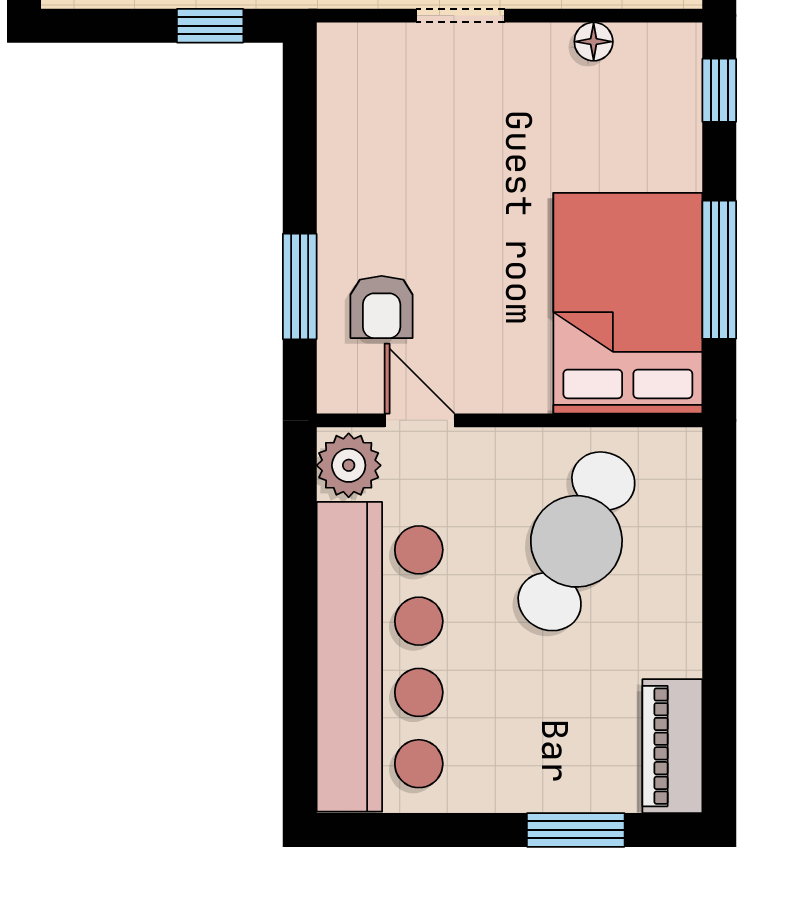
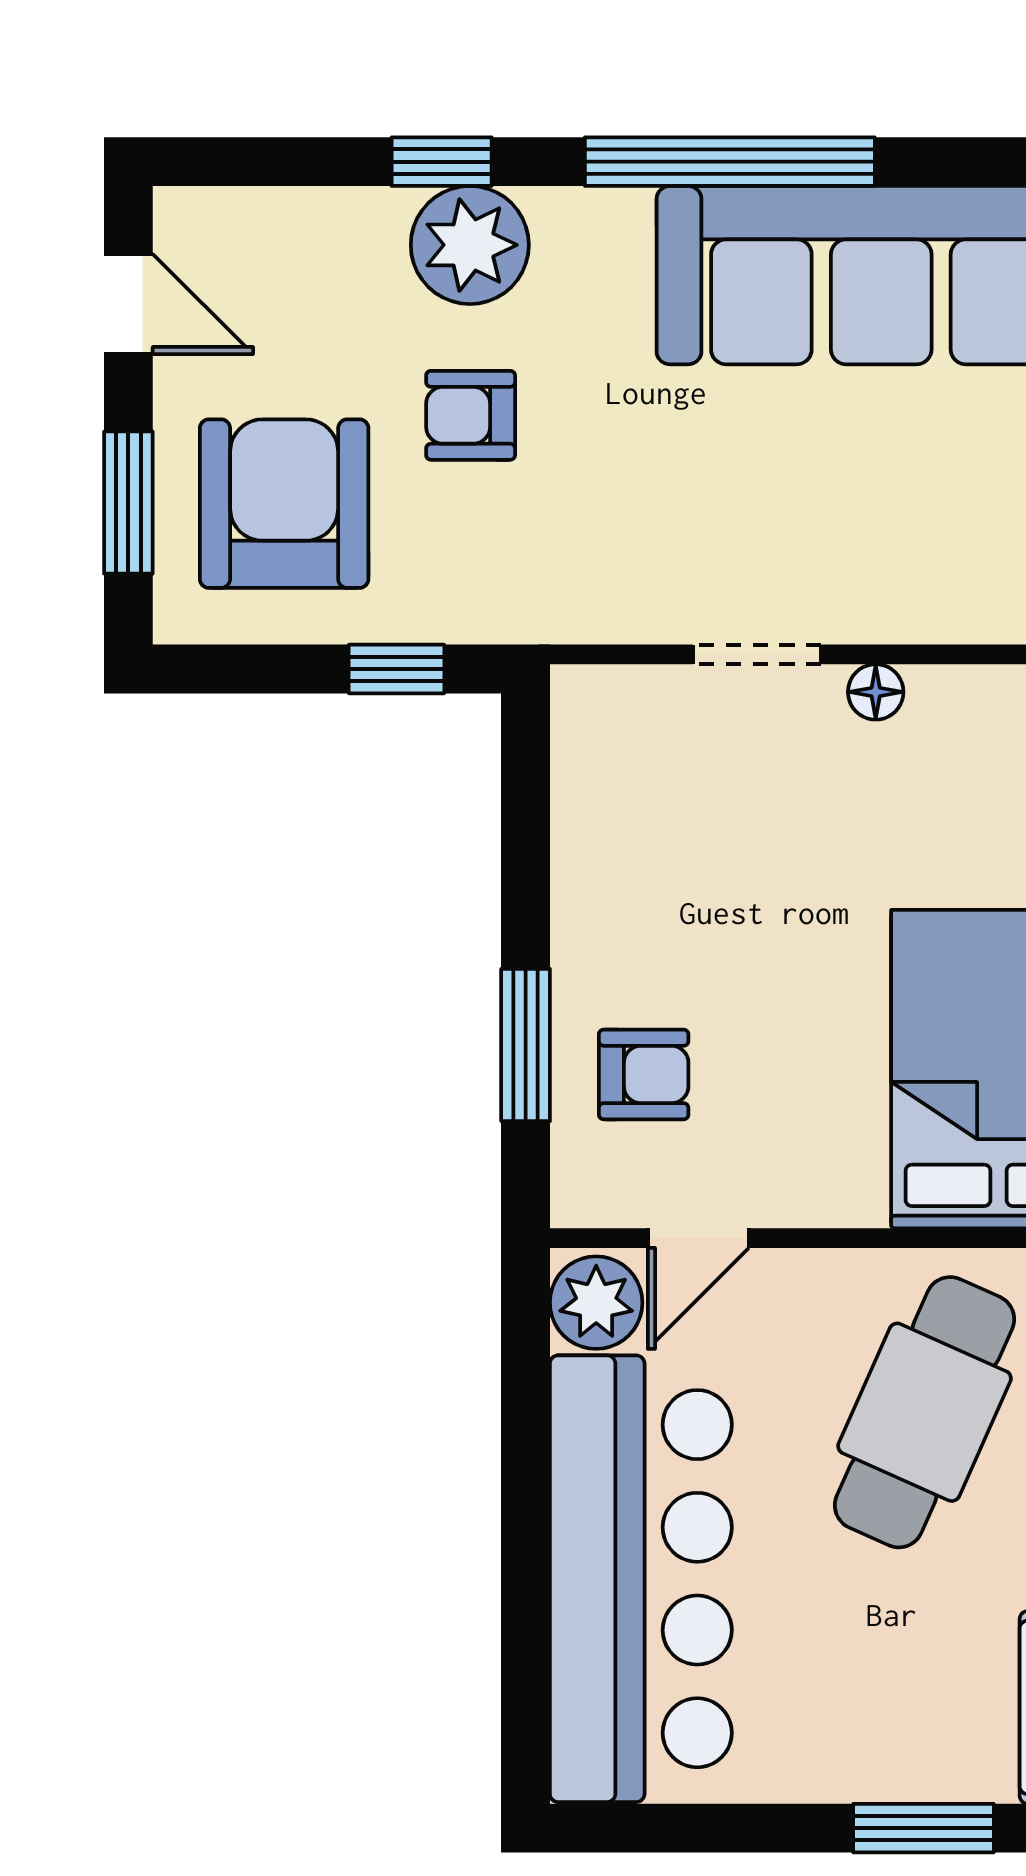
floor lamp: (594, 42) -> (876, 692), moved
armchair: (382, 307) -> (644, 1074), turned -90
door: (420, 420) -> (698, 1238), swing flipped

